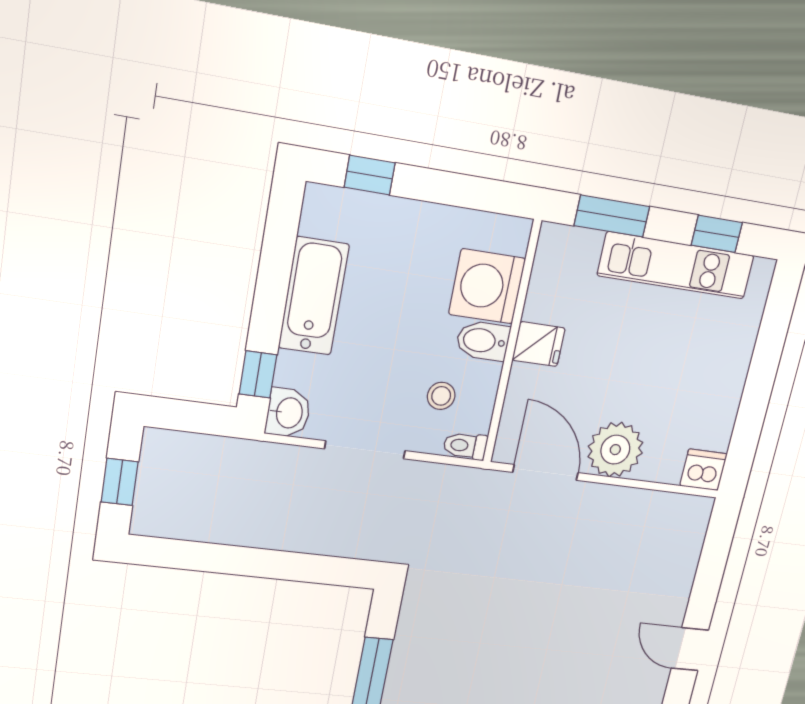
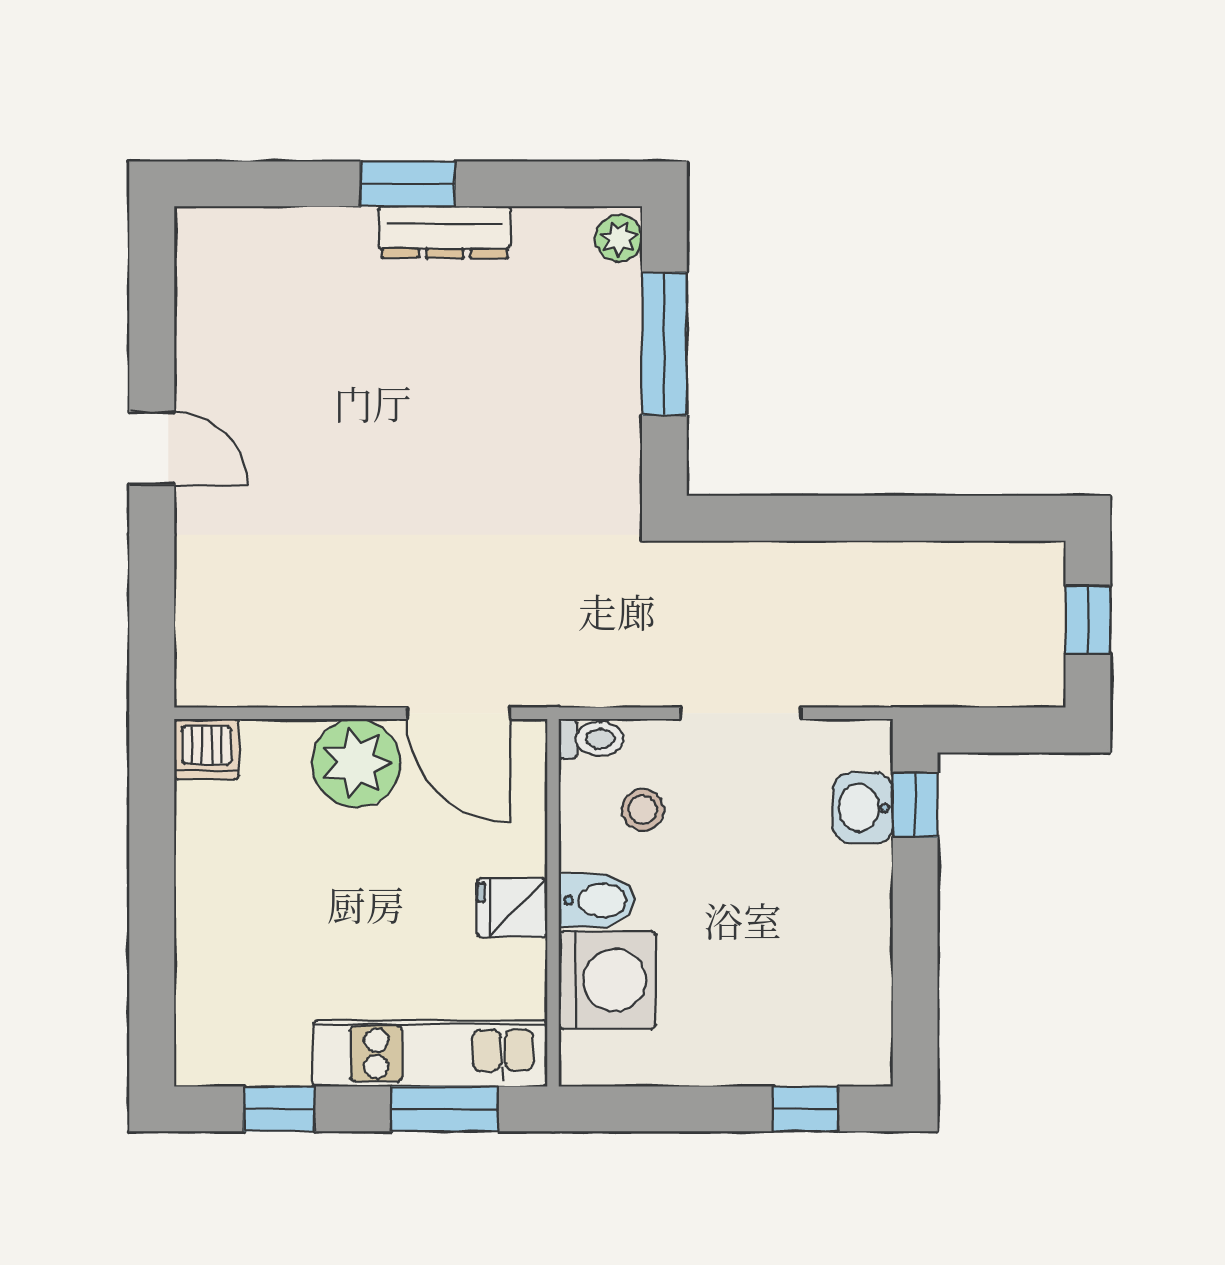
kitchen unit: (676, 265) -> (430, 1054), moved
bathtub: (314, 296) -> (855, 929), removed
washbasin: (288, 413) -> (863, 808), moved

